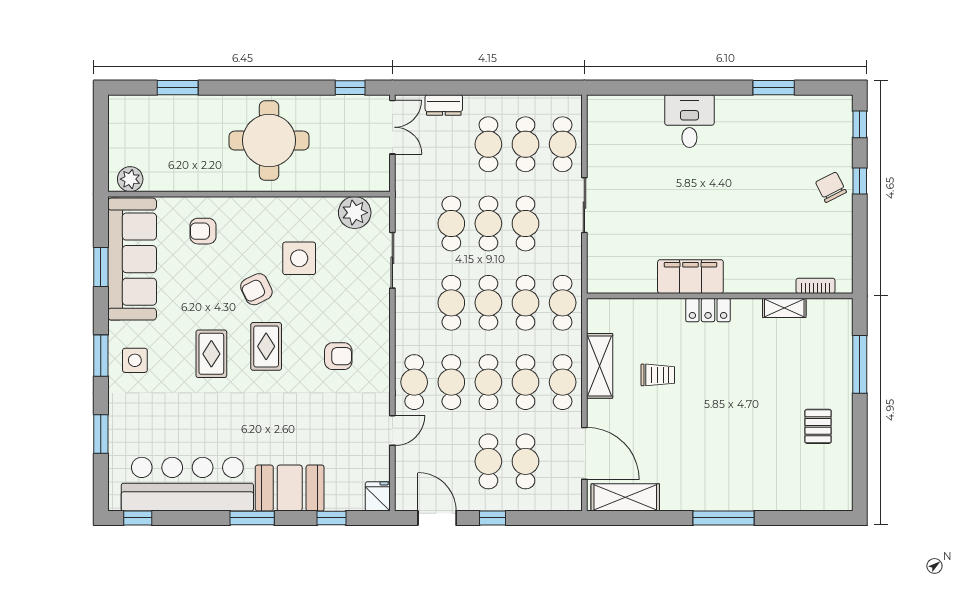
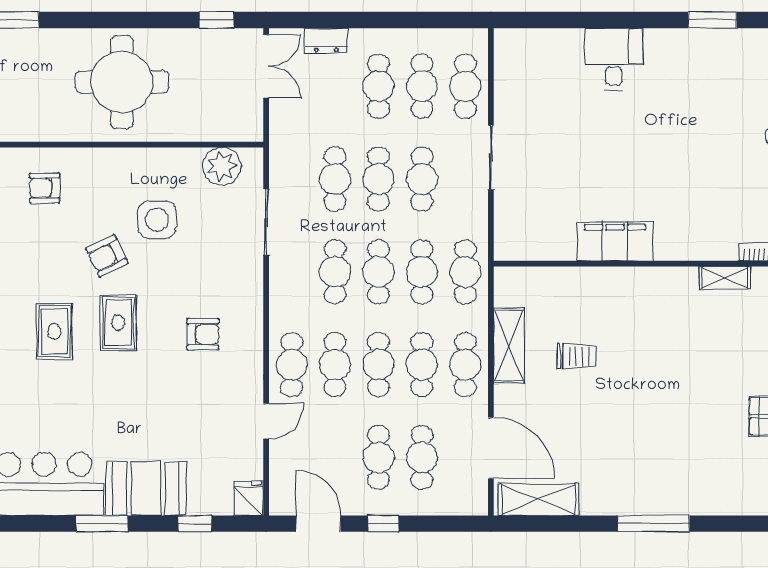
locker: (708, 310) -> (635, 280), removed

